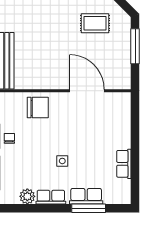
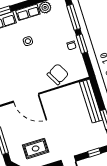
chair: (38, 108) -> (58, 74), turned 152

